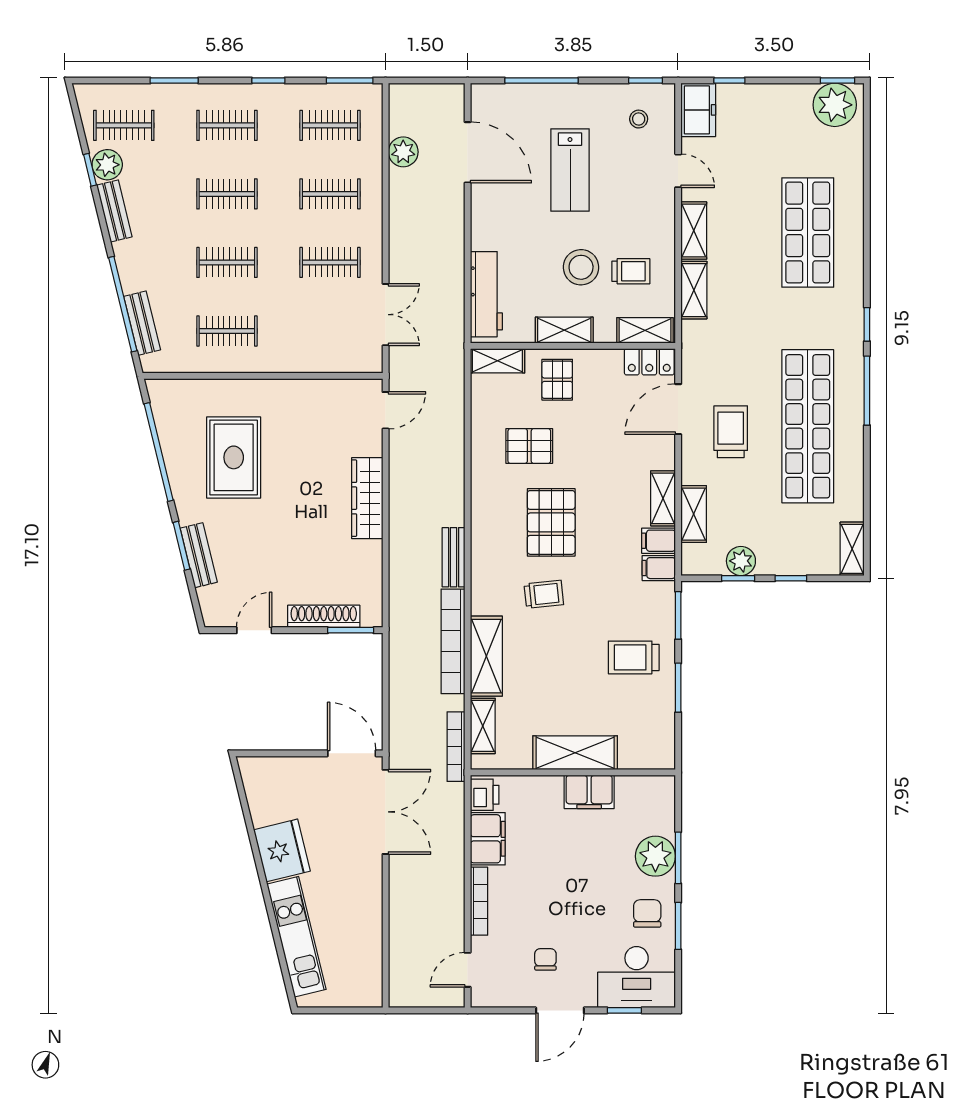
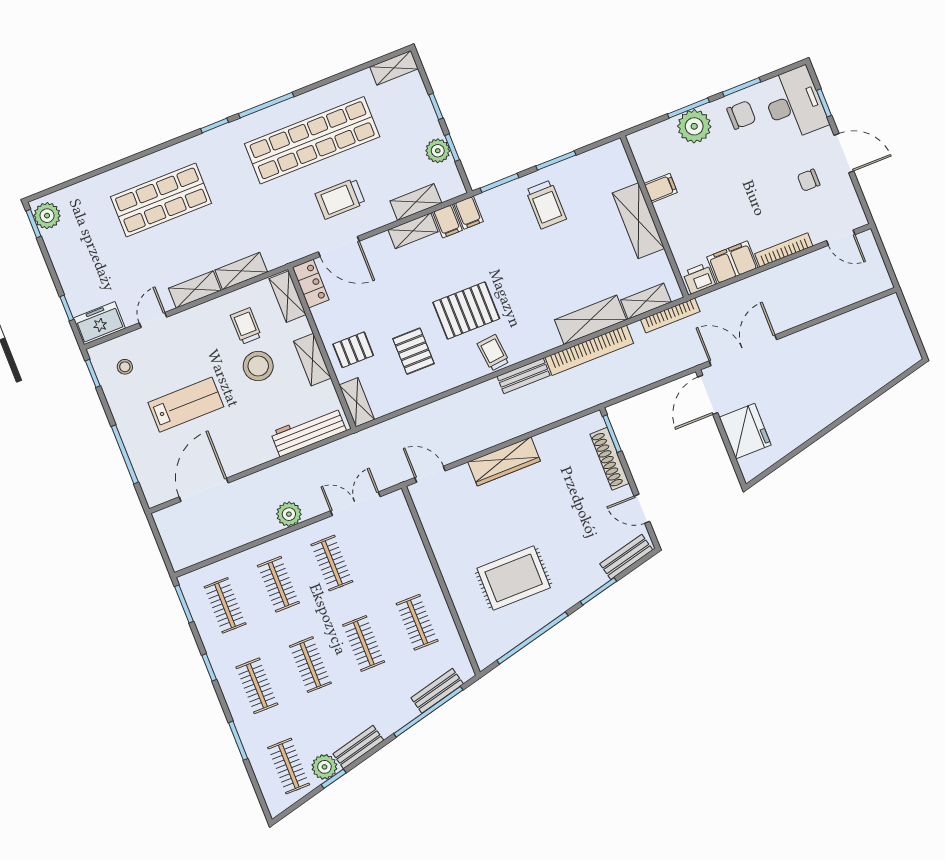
plant: (835, 105) -> (47, 216), width x0.73, depth x0.73
plant: (403, 152) -> (289, 514), moved
bench: (199, 555) -> (626, 557), moved
trolley: (544, 594) -> (493, 353), moved
filing cabinet: (589, 792) -> (661, 188), width x0.50
fridge: (282, 850) -> (745, 431), moved, turned 104
chair: (647, 913) -> (741, 115), turned 180
kitchen unit: (296, 937) -> (868, 381), removed

